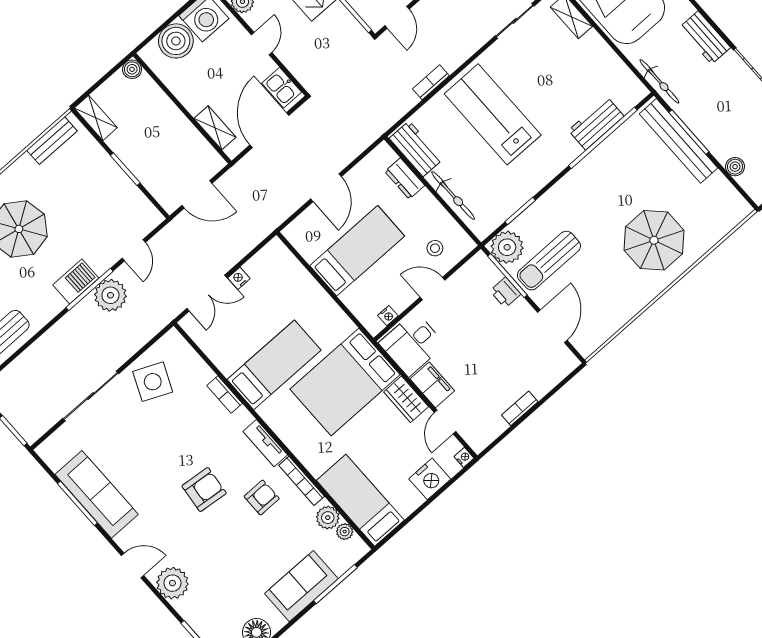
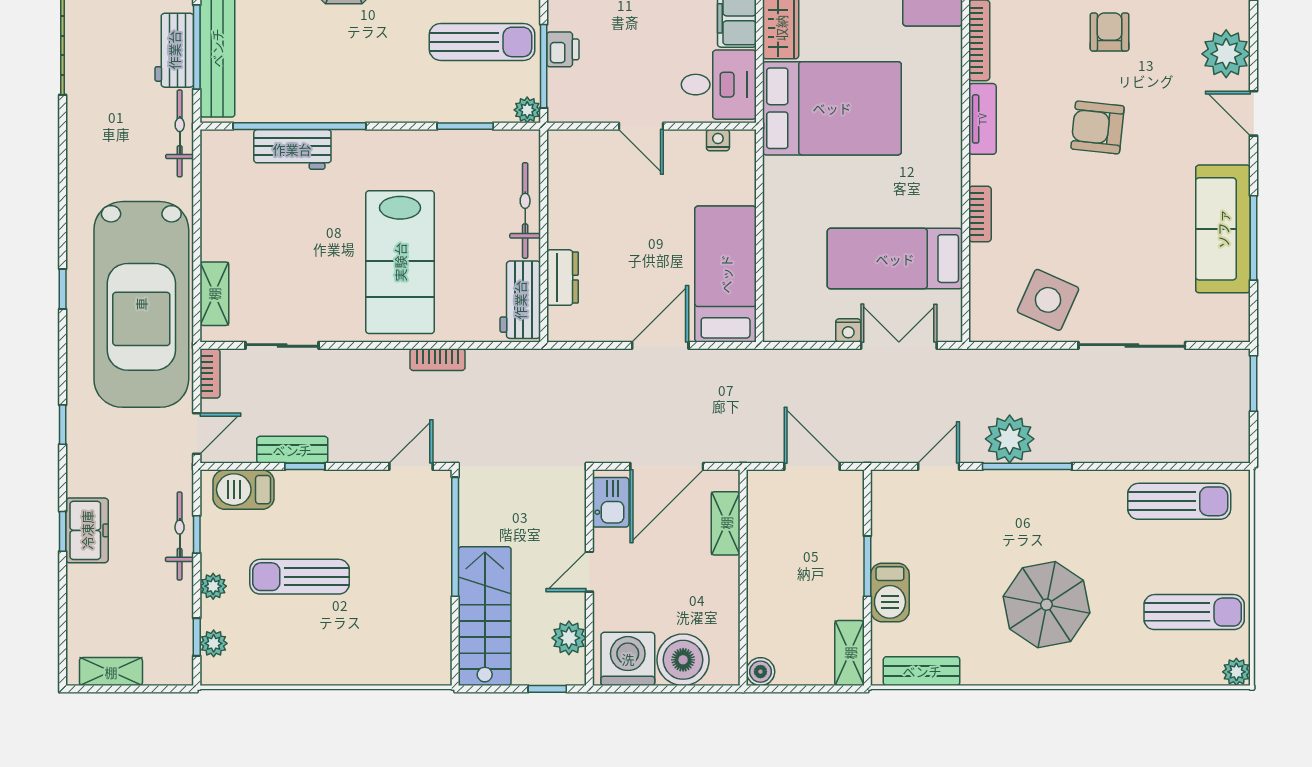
workbench: (705, 38) -> (174, 50), moved, turned 180
plant: (507, 247) -> (527, 110), width x0.53, depth x0.53
stool: (435, 248) -> (598, 169), removed
bed: (357, 251) -> (726, 274), moved, turned 90
barbecue: (76, 282) -> (890, 592), moved, turned -90
bed: (274, 365) -> (895, 259), moved
armchair: (262, 497) -> (1110, 32), moved, turned 90

